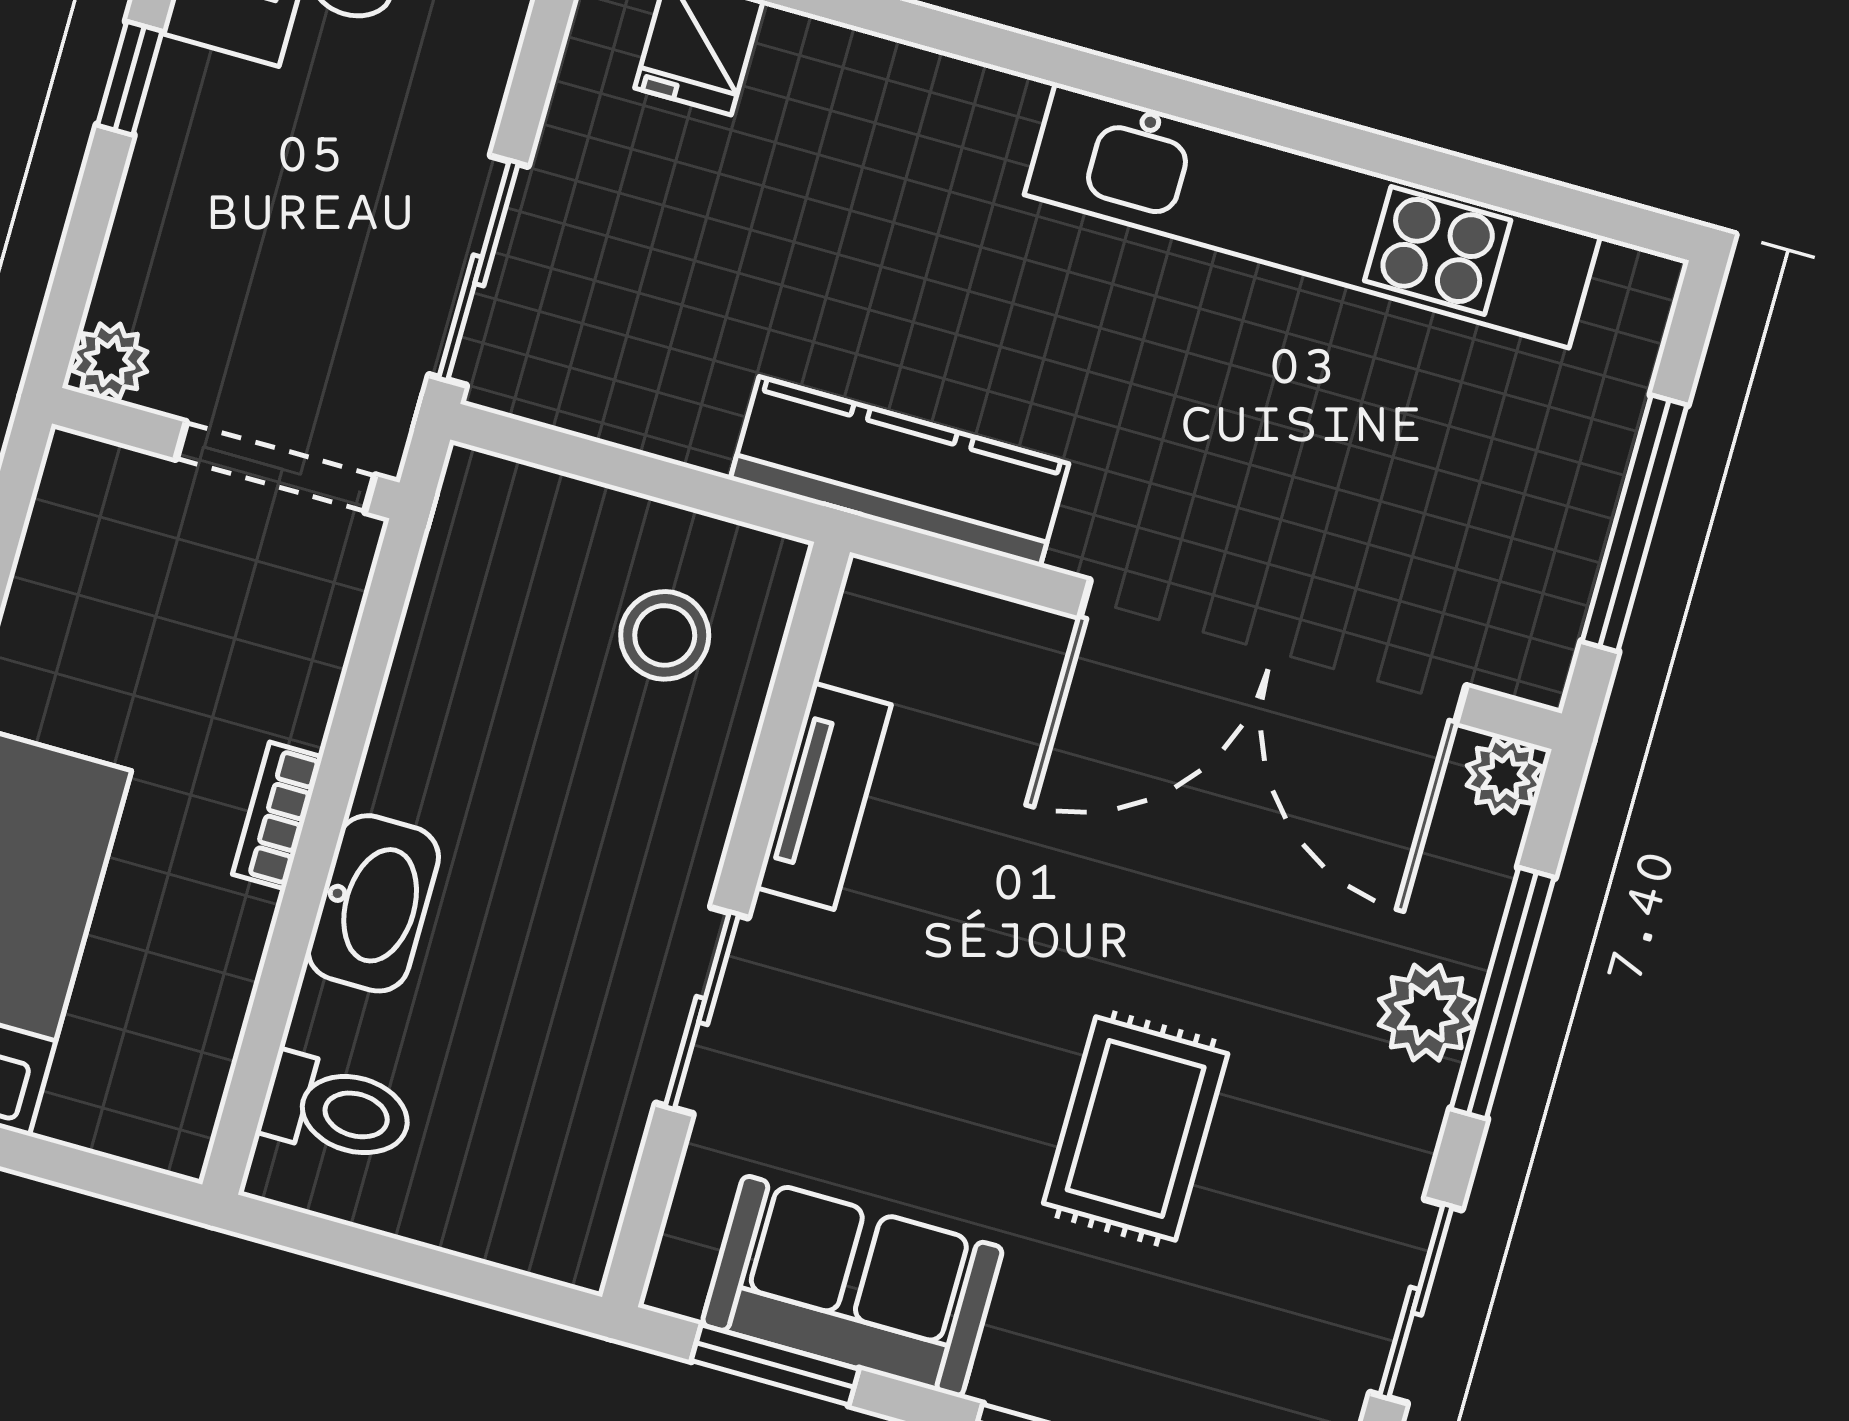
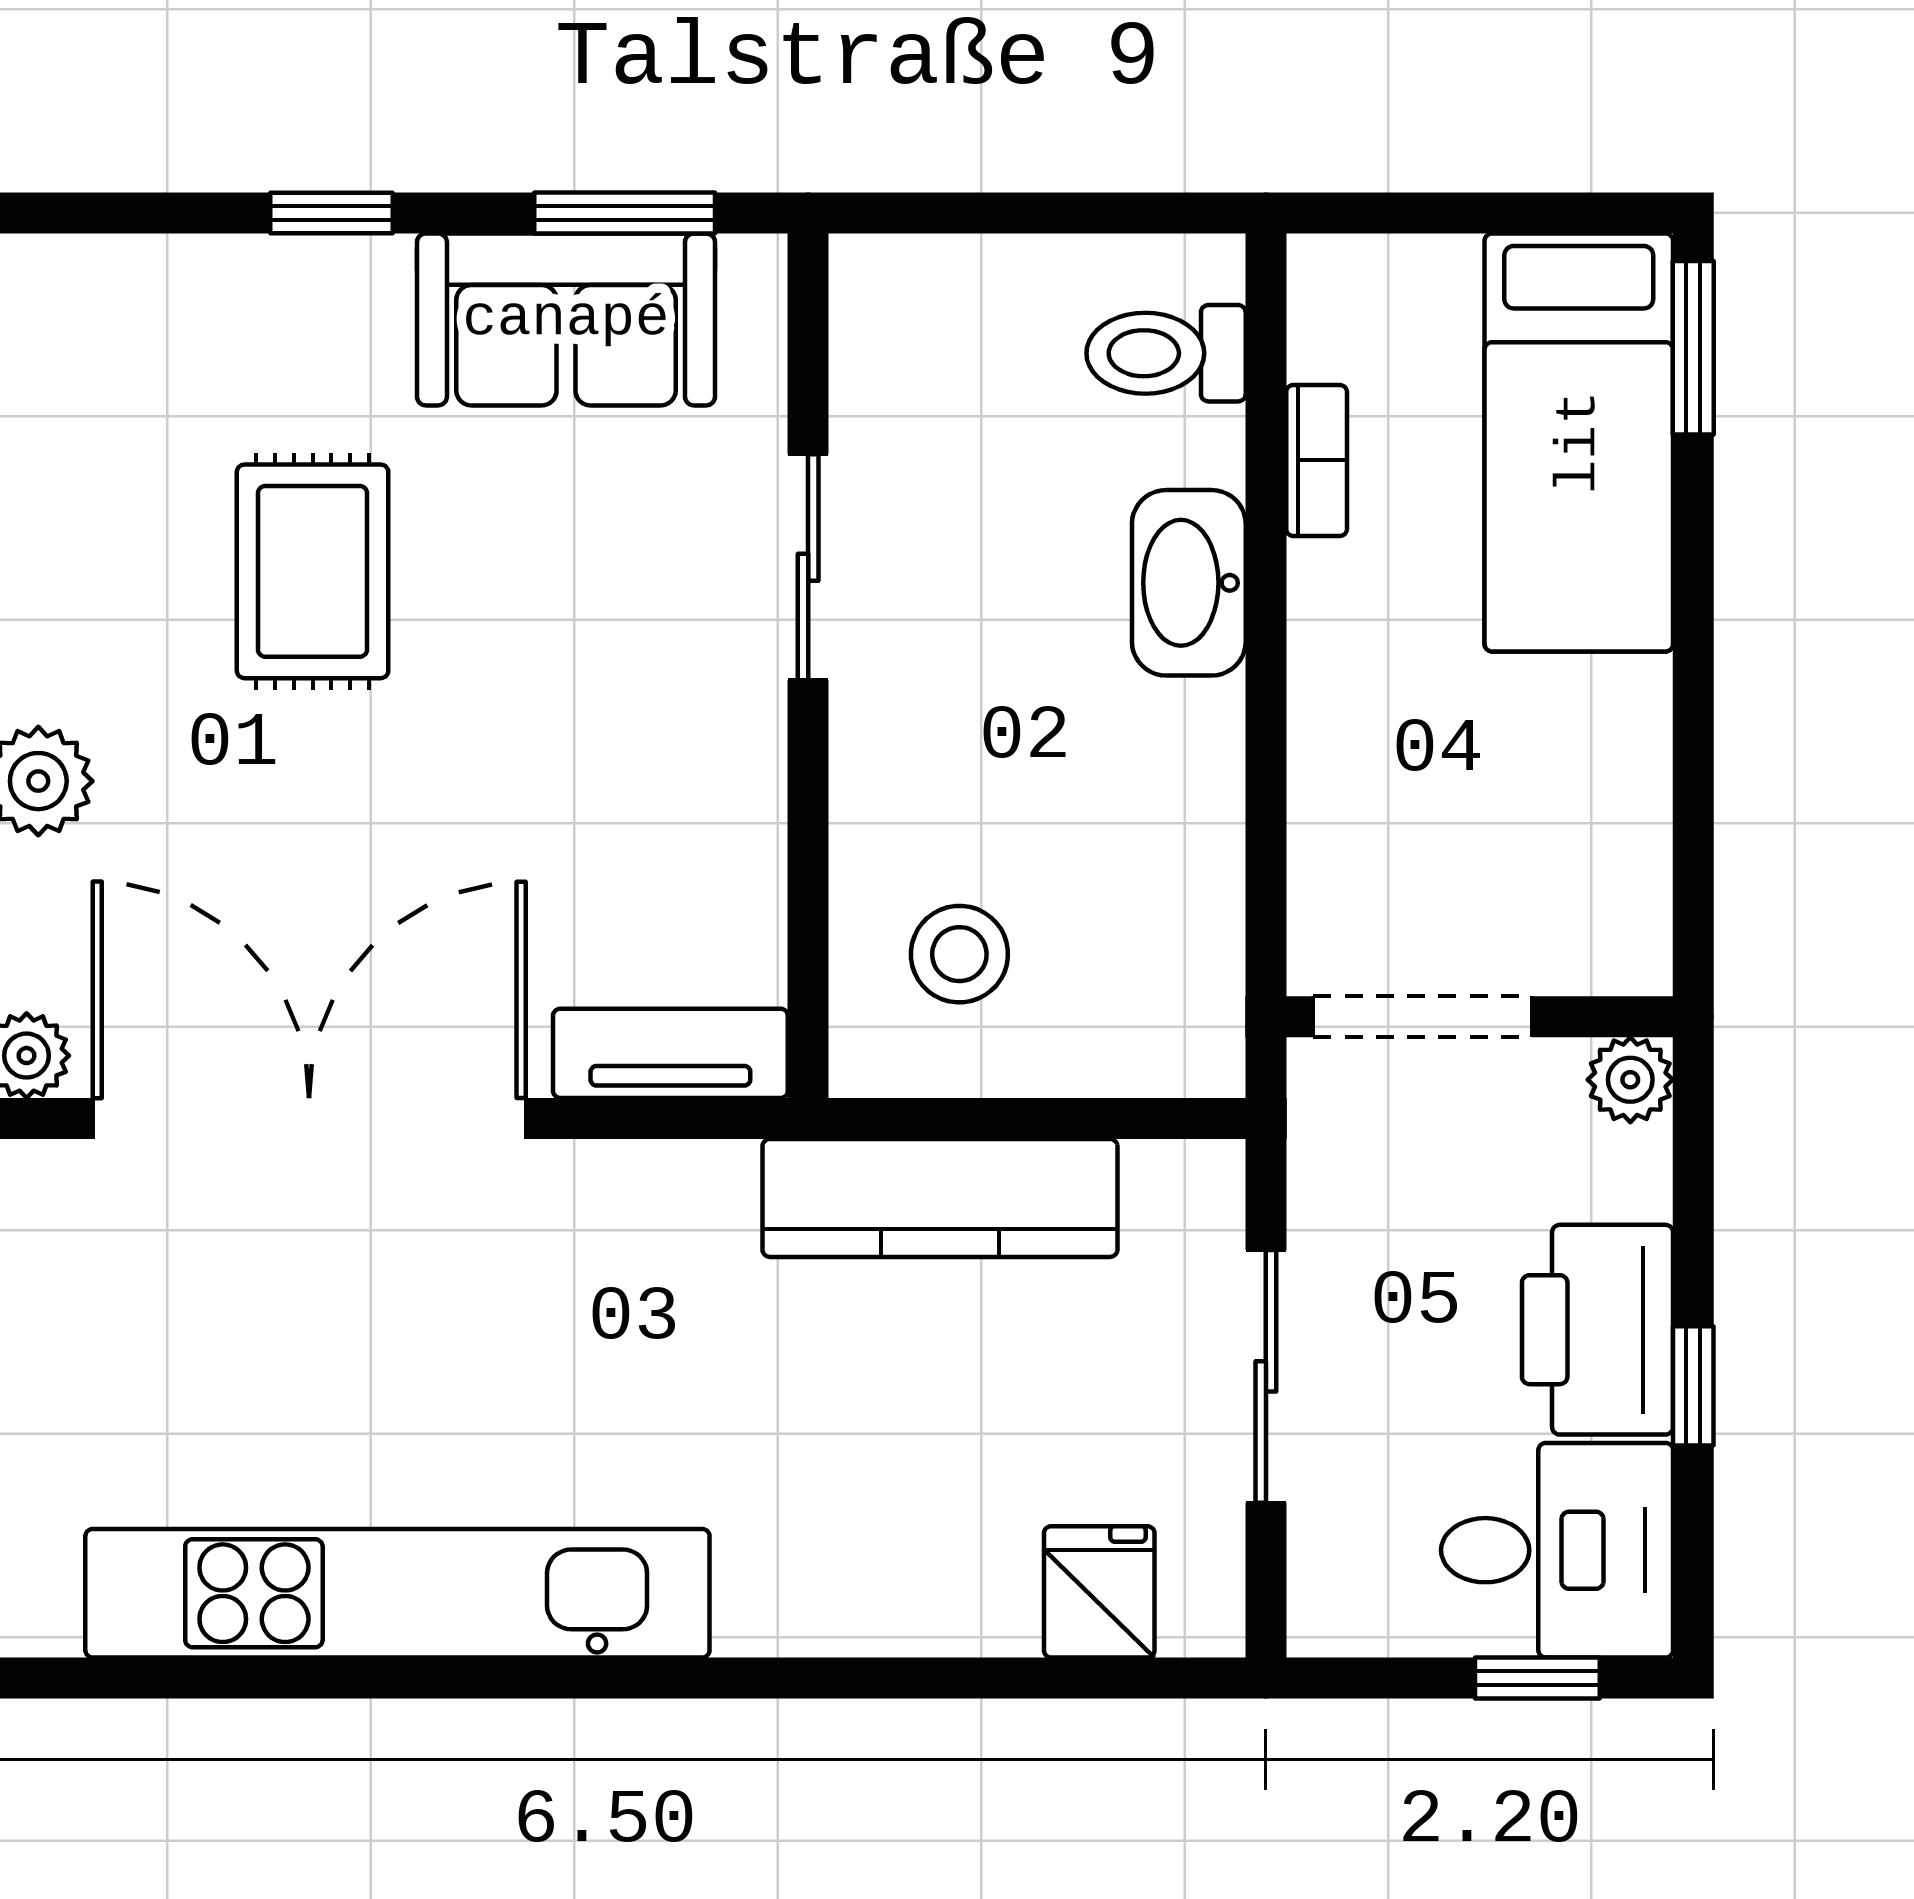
printer: (200, 151) -> (1597, 1330), added
sliding door: (478, 270) -> (1266, 1376), moved
kitchen counter: (899, 472) -> (940, 1198), moved
tv unit: (823, 796) -> (670, 1053), moved, turned 90
bookcase: (278, 816) -> (1317, 460), moved

